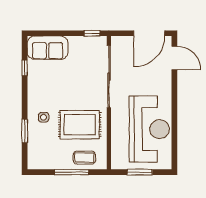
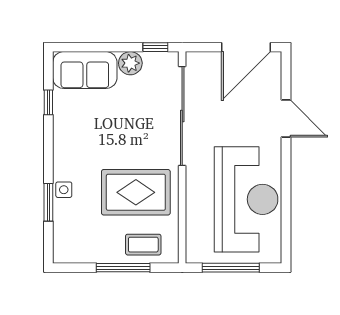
plant: (76, 43) -> (130, 63), added
door: (174, 58) -> (286, 119), moved
side table: (44, 117) -> (64, 190), moved
window: (140, 172) -> (231, 268), width x1.44

